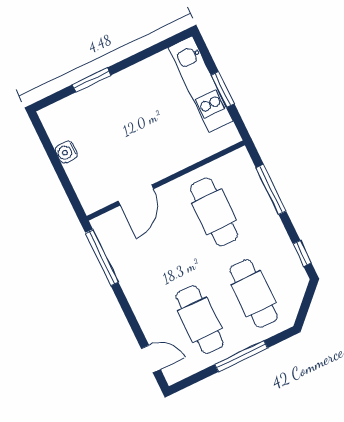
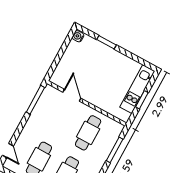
water cooler: (66, 152) -> (78, 36), moved
door: (136, 195) -> (72, 95), swing flipped

